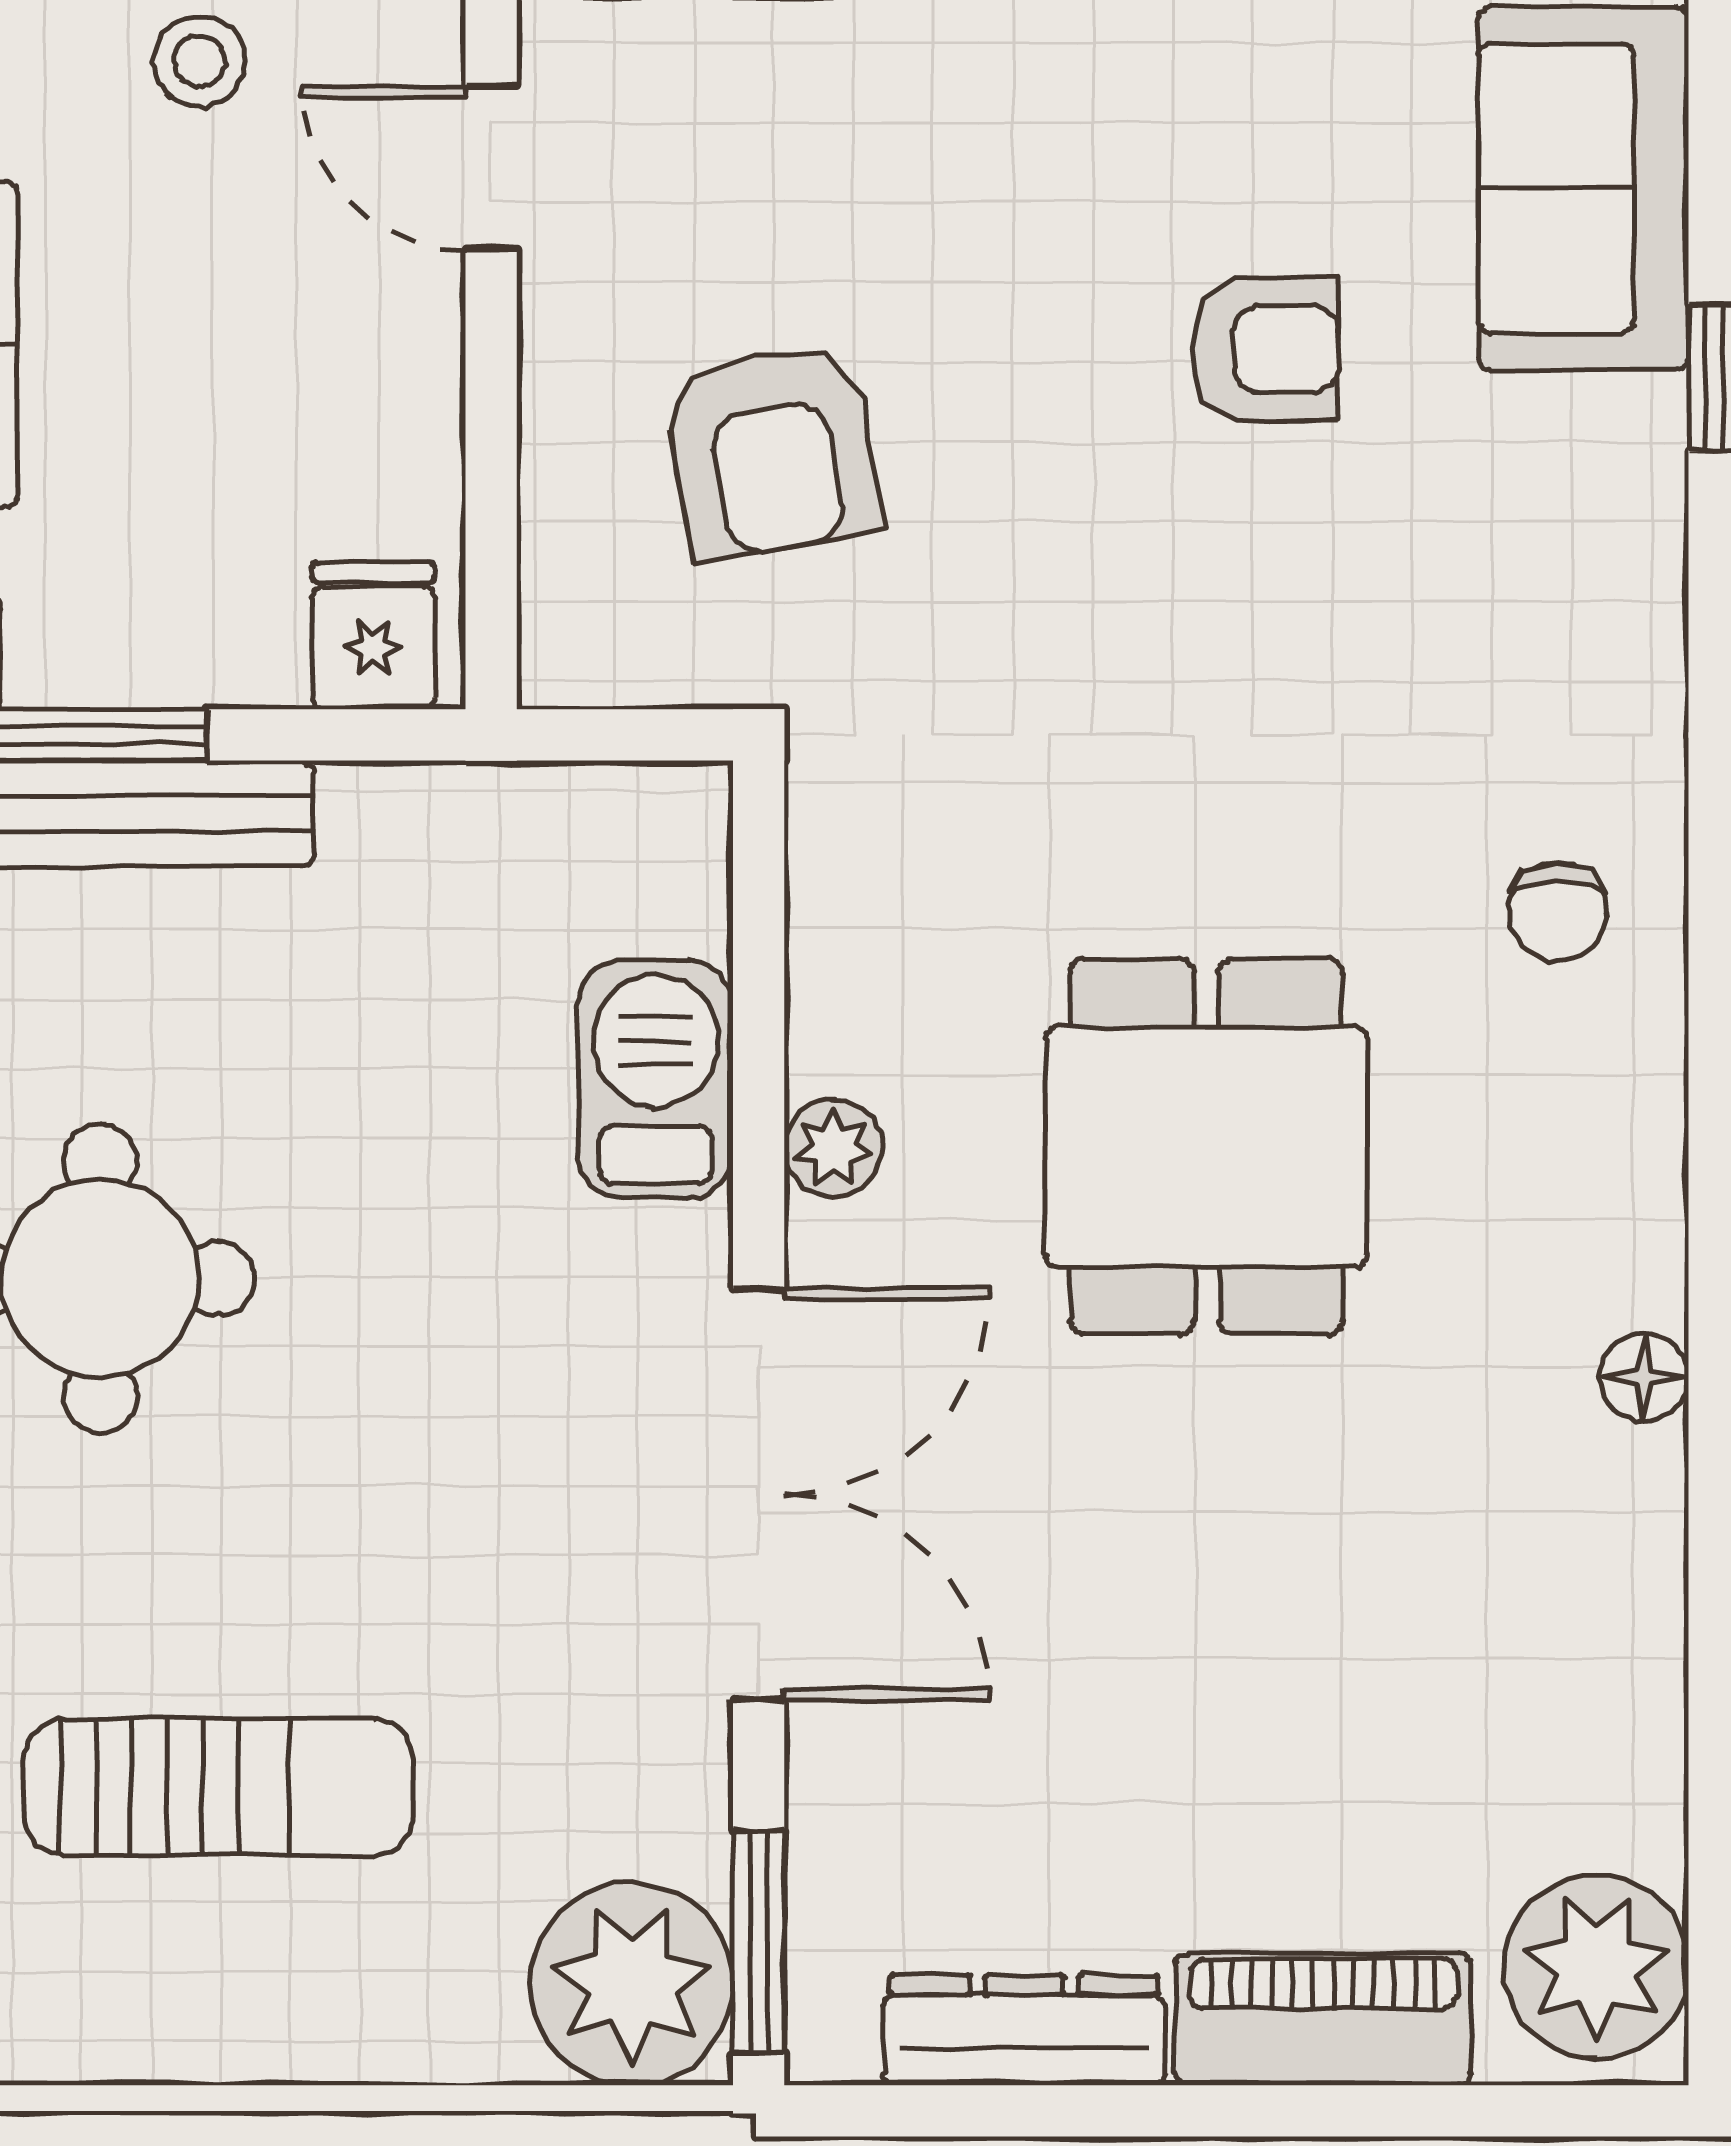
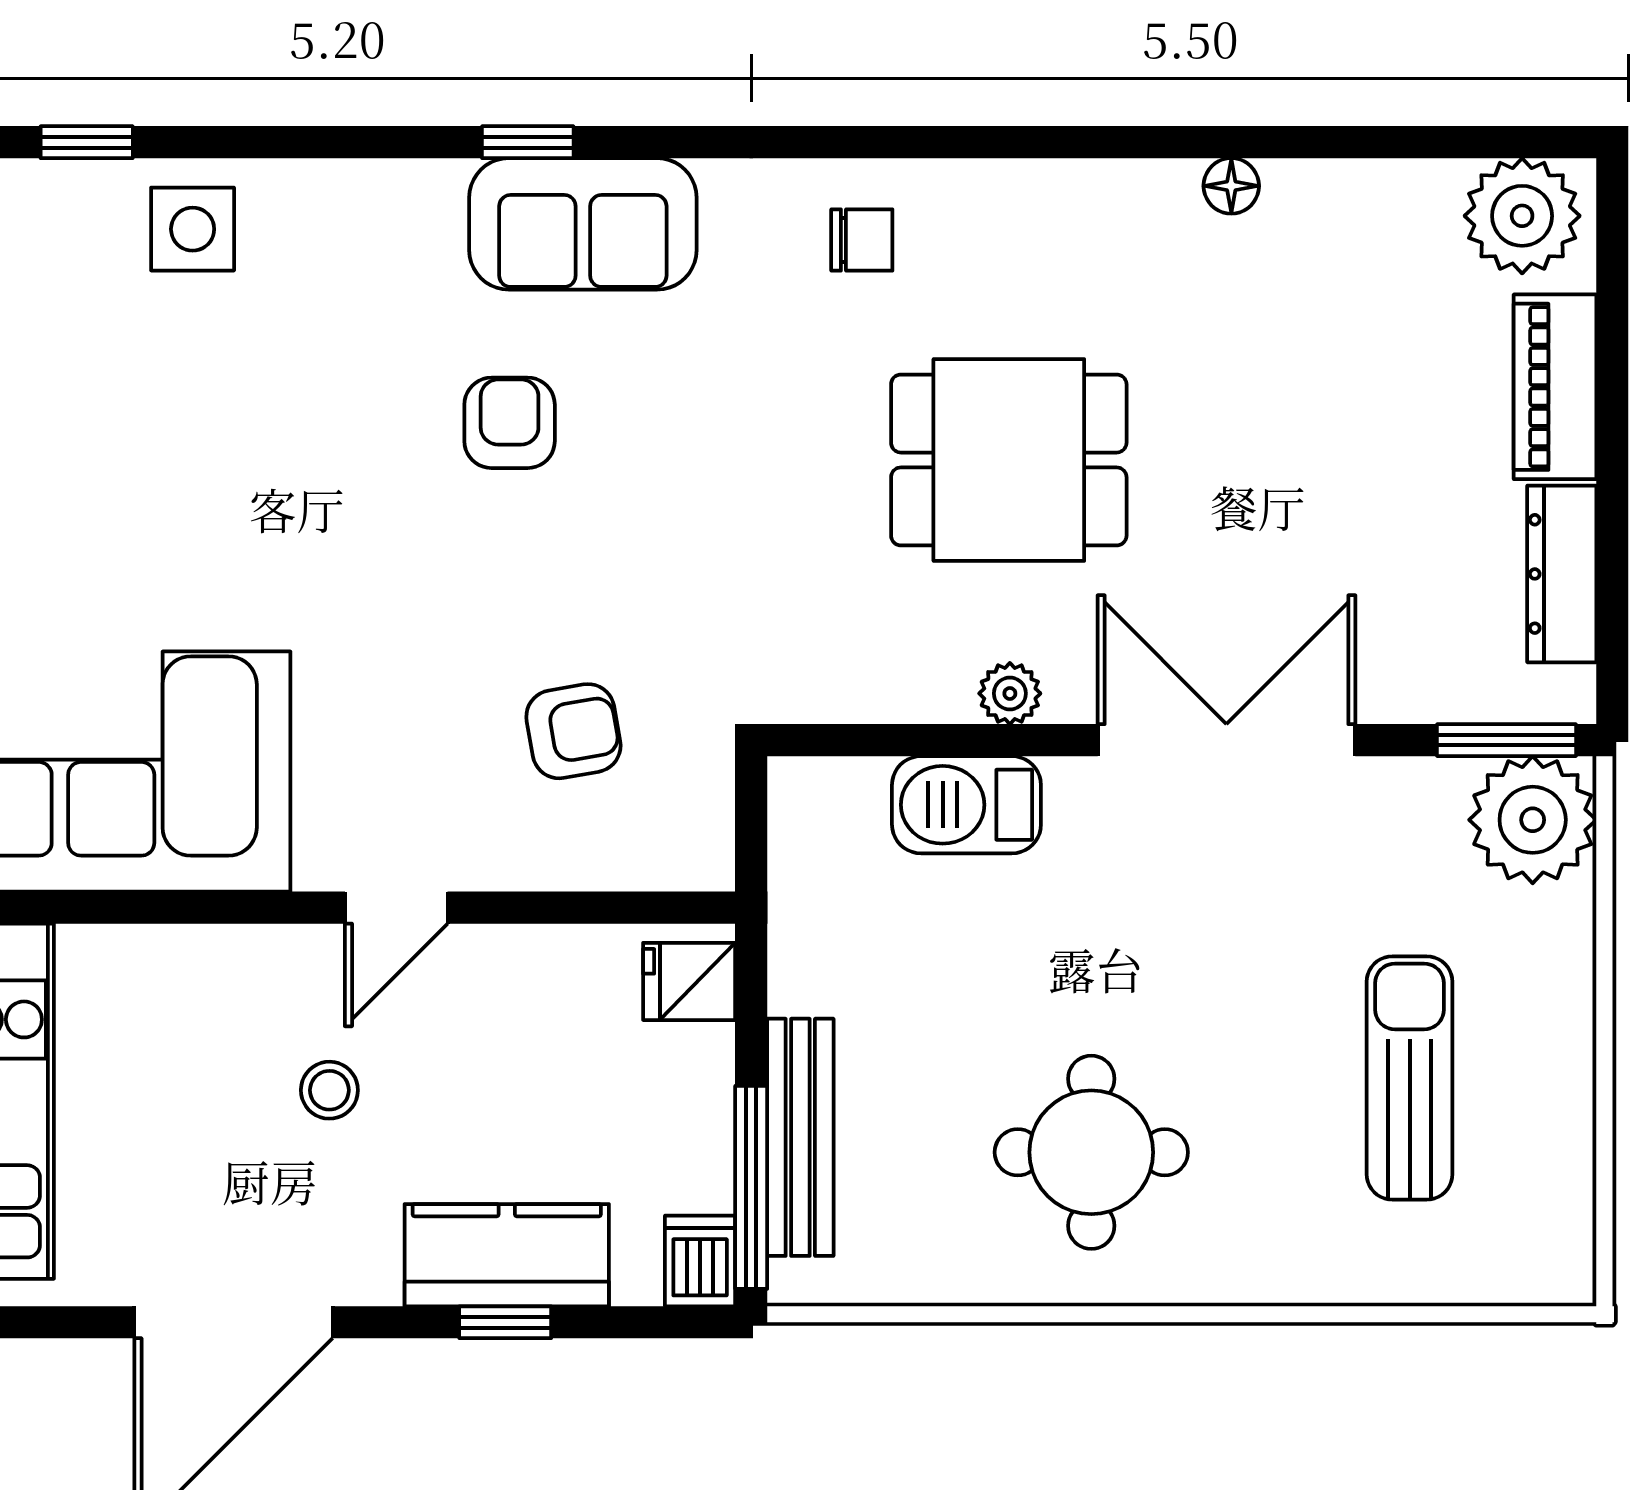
sofa: (1584, 188) -> (583, 224), moved
armchair: (773, 451) -> (573, 731), width x0.72, depth x0.72
floor lamp: (1644, 1377) -> (1231, 186), moved

